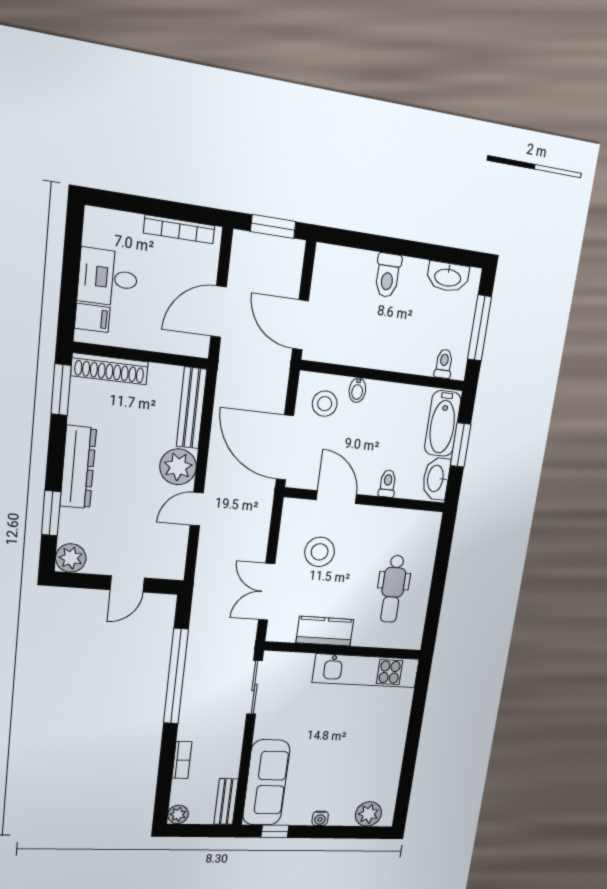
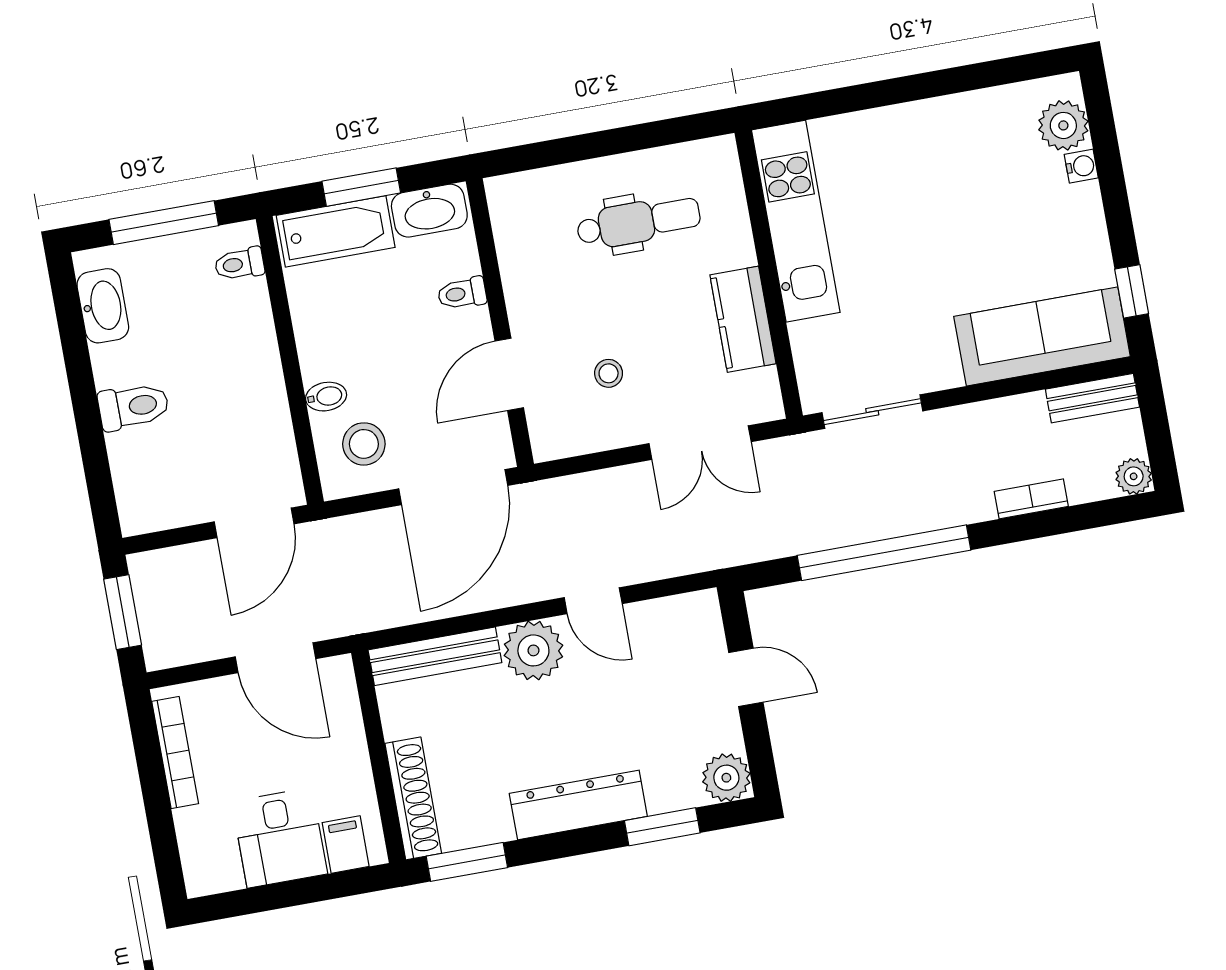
stool: (320, 552) -> (609, 373), width x0.53, depth x0.53
water cooler: (320, 818) -> (1081, 166), moved

